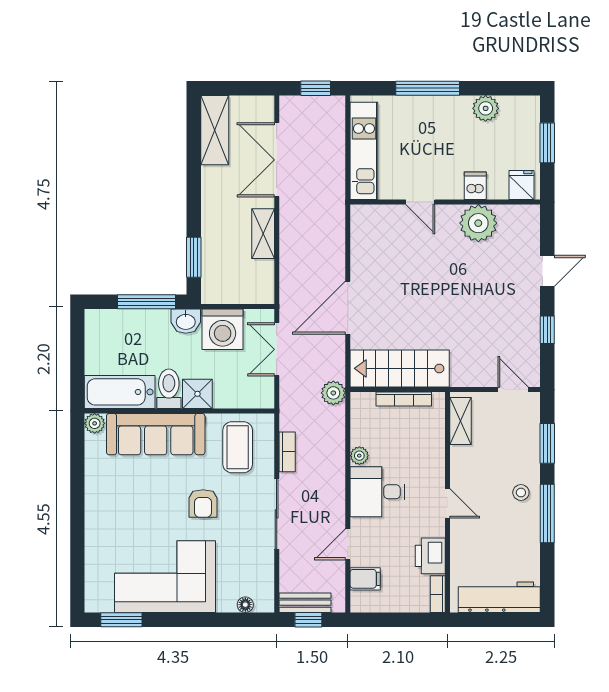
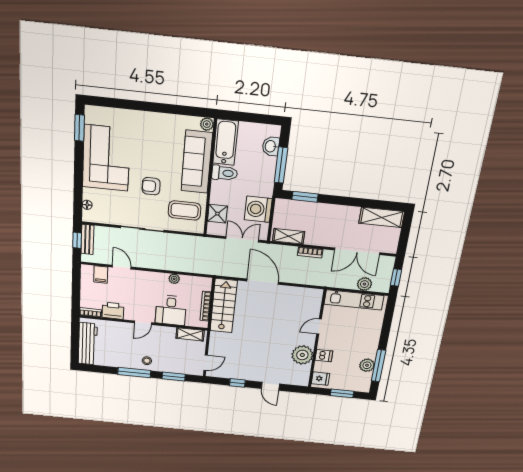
window: (428, 88) -> (379, 366), moved
double door: (277, 160) -> (357, 251), swing flipped
shelving: (263, 234) -> (289, 236), moved
washbasin: (186, 321) -> (271, 146), moved
plant: (333, 393) -> (364, 284), moved
shower: (197, 394) -> (217, 214), moved
bookcase: (287, 452) -> (310, 252), moved
desk: (377, 492) -> (171, 310), moved, turned 180

